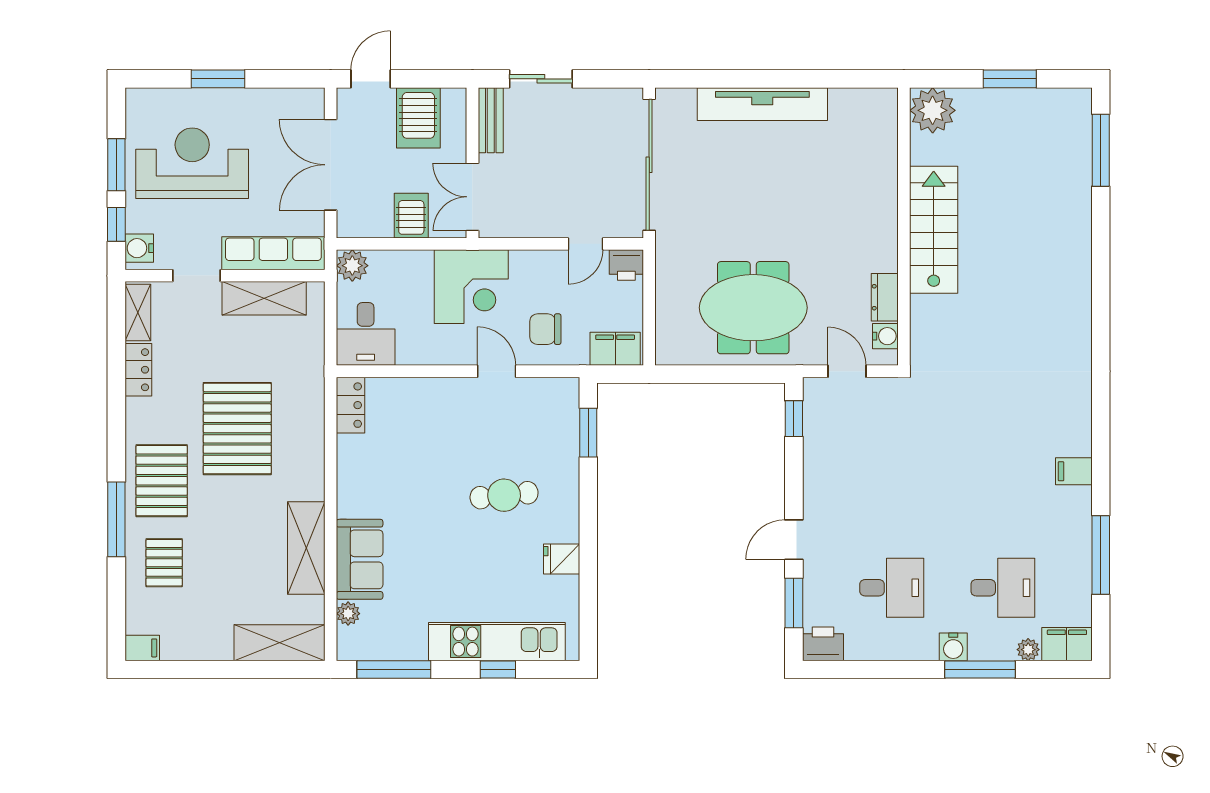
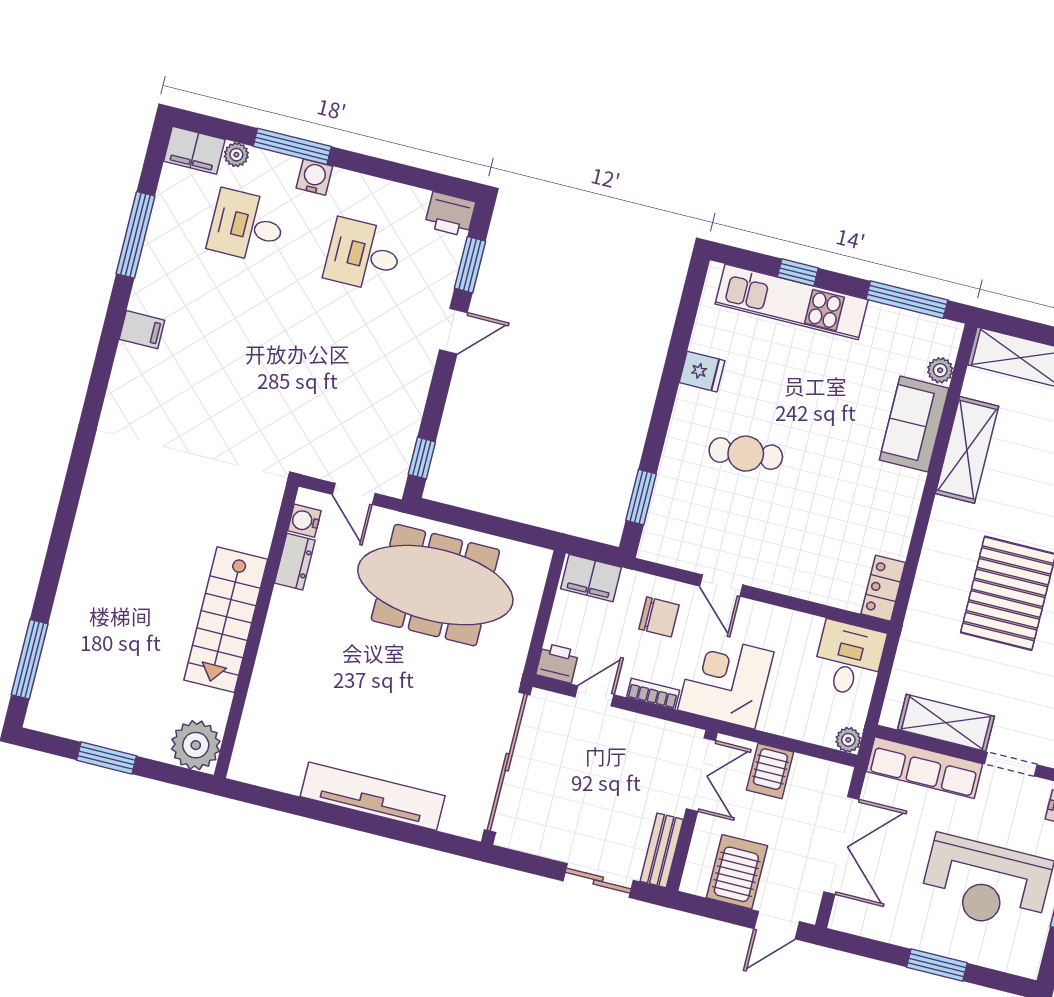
bookcase: (533, 259) -> (653, 694), added
plant: (352, 266) -> (848, 740), width x0.73, depth x0.73
meeting table: (753, 308) -> (435, 585), width x1.36

